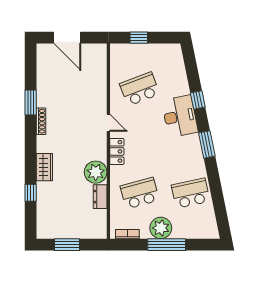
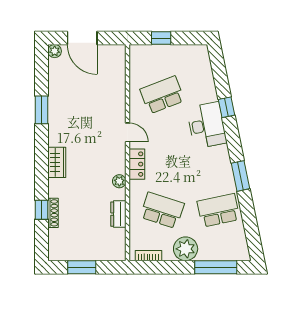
plant: (42, 49) -> (55, 51), added
shoe rack: (41, 121) -> (53, 213), moved
window: (207, 144) -> (240, 176), moved
wardrobe: (44, 167) -> (57, 162), moved
plant: (96, 172) -> (119, 181), width x0.53, depth x0.53
school desk: (140, 193) -> (162, 210), turned 33
window: (167, 245) -> (216, 267), moved

